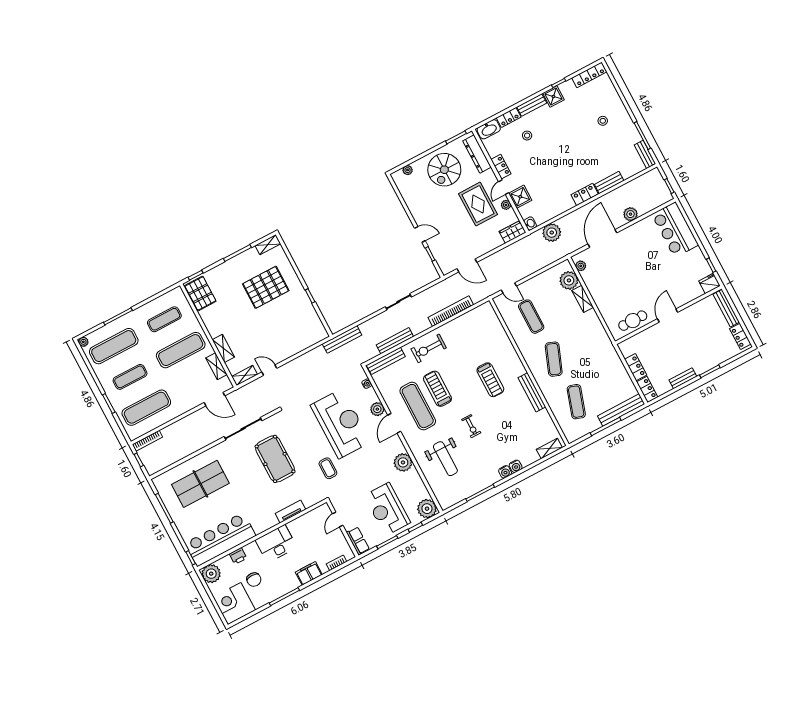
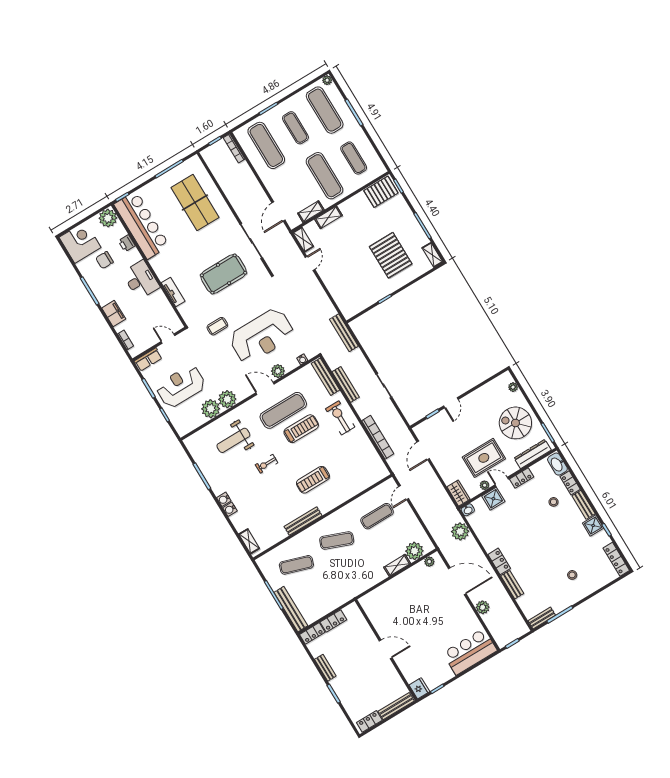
cafe table: (633, 321) -> (379, 616), removed
plant: (427, 509) -> (211, 409), moved

